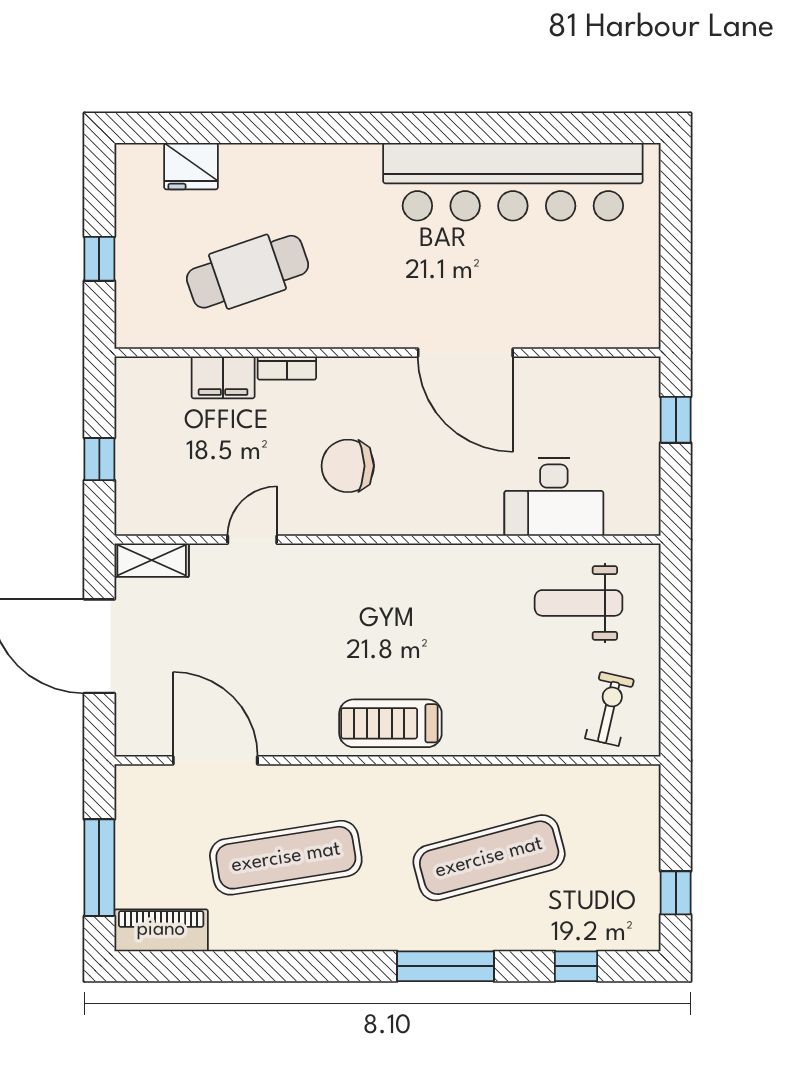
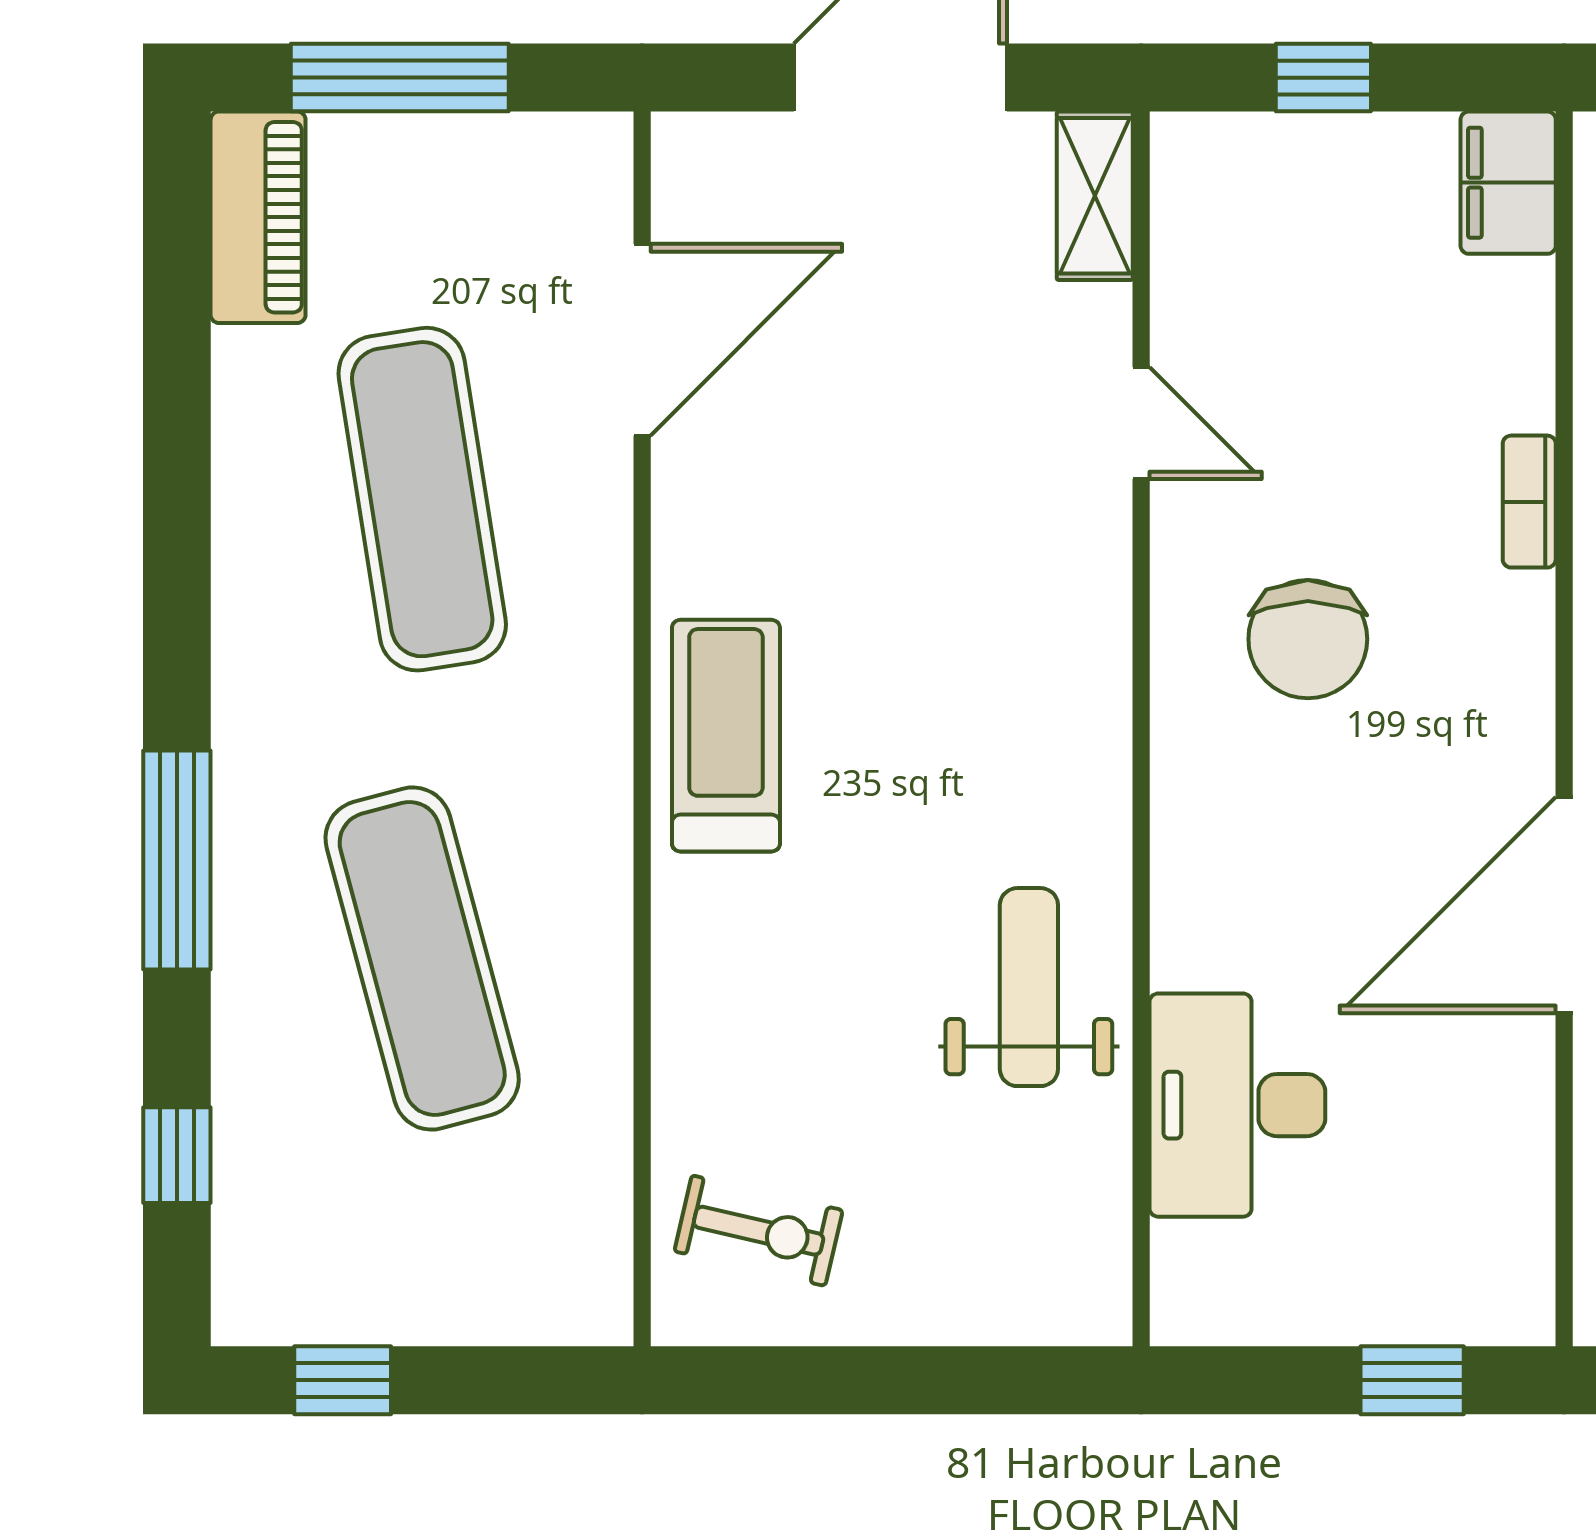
filing cabinet: (223, 377) -> (1508, 183), moved
chair: (348, 466) -> (1308, 639), turned 180
weight bench: (579, 603) -> (1029, 987), moved

